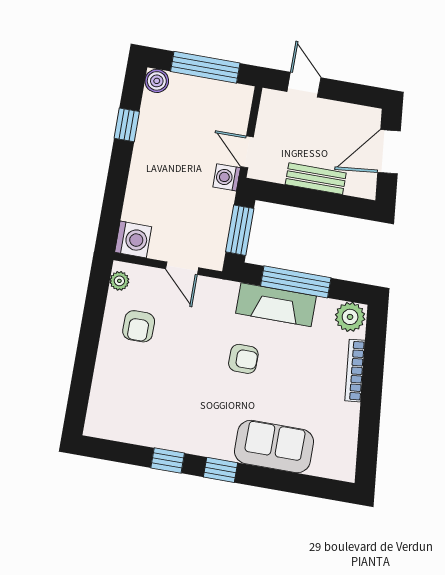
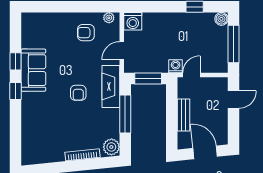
fireplace: (276, 305) -> (111, 86), moved
sofa: (274, 446) -> (33, 70), moved

